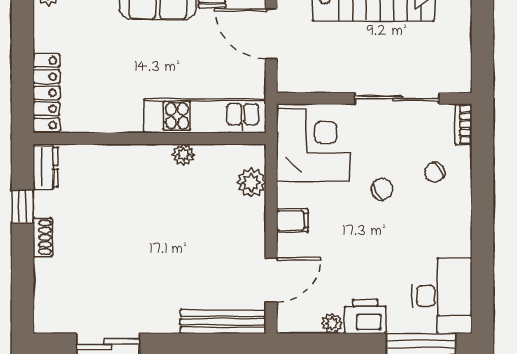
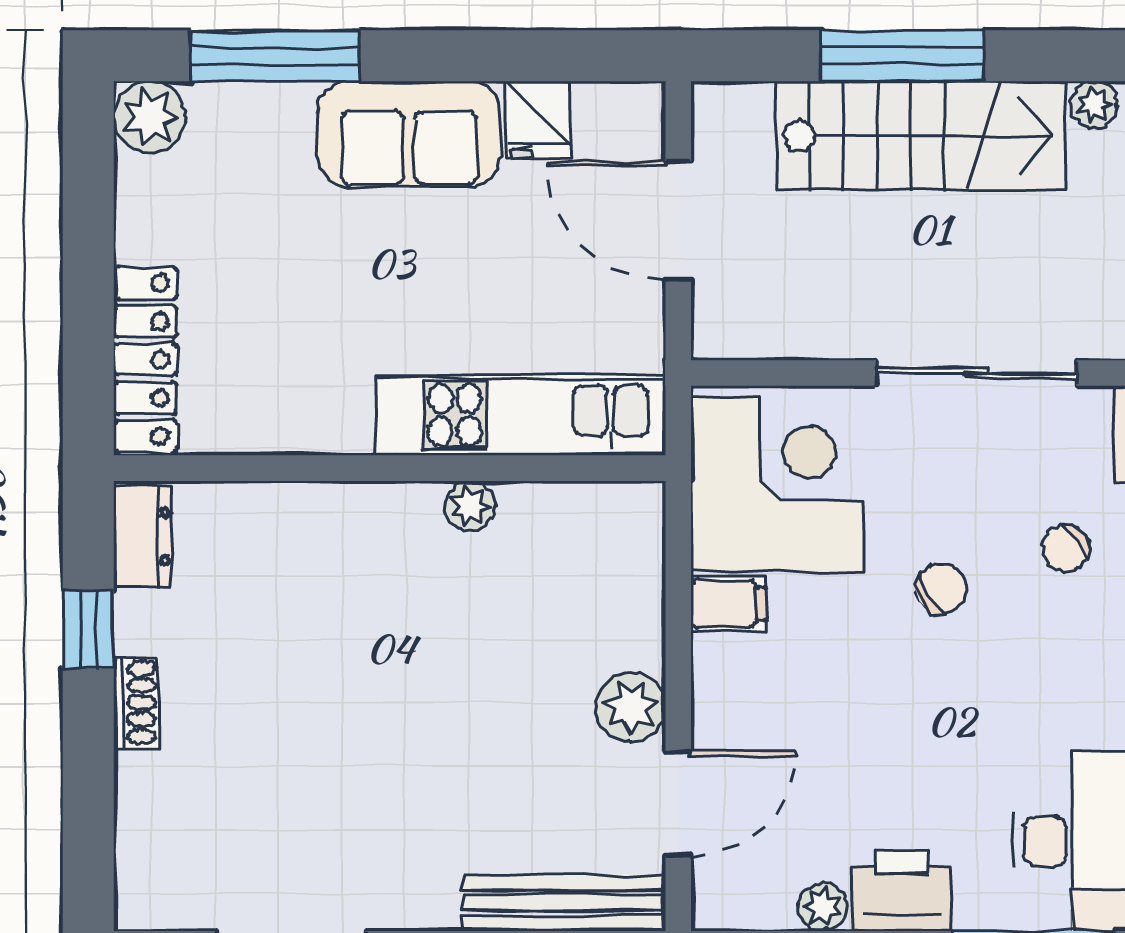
plant: (251, 183) -> (631, 707), moved
filing cabinet: (292, 220) -> (728, 604), moved

